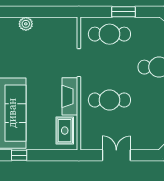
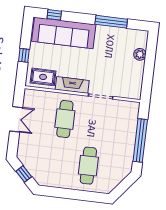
window: (123, 12) -> (140, 141), width x2.11
cafe table: (109, 34) -> (122, 126), removed
window: (19, 155) -> (24, 55), moved

